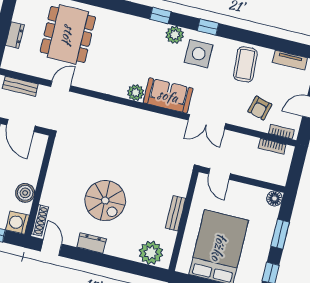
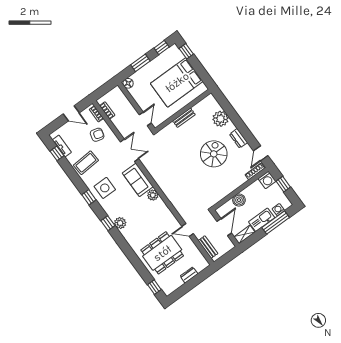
plant: (175, 35) -> (120, 223), moved
window: (288, 47) -> (57, 153), added
boiler: (25, 193) -> (239, 200), moved
plant: (151, 253) -> (221, 119), moved

